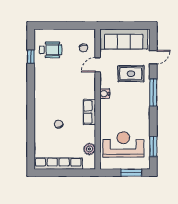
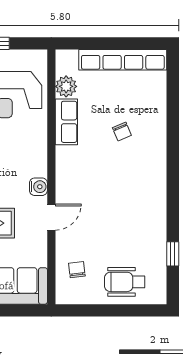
wheelchair: (51, 50) -> (125, 282), moved
door: (98, 65) -> (51, 217), moved
row of seats: (89, 112) -> (66, 122), moved

